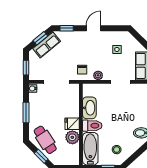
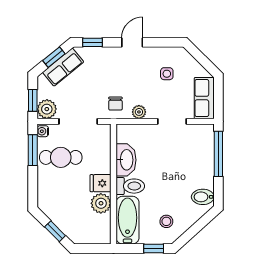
plant: (36, 73) -> (47, 109), added
window: (26, 112) -> (33, 150), moved
cafe table: (45, 140) -> (61, 157), moved, turned -57

